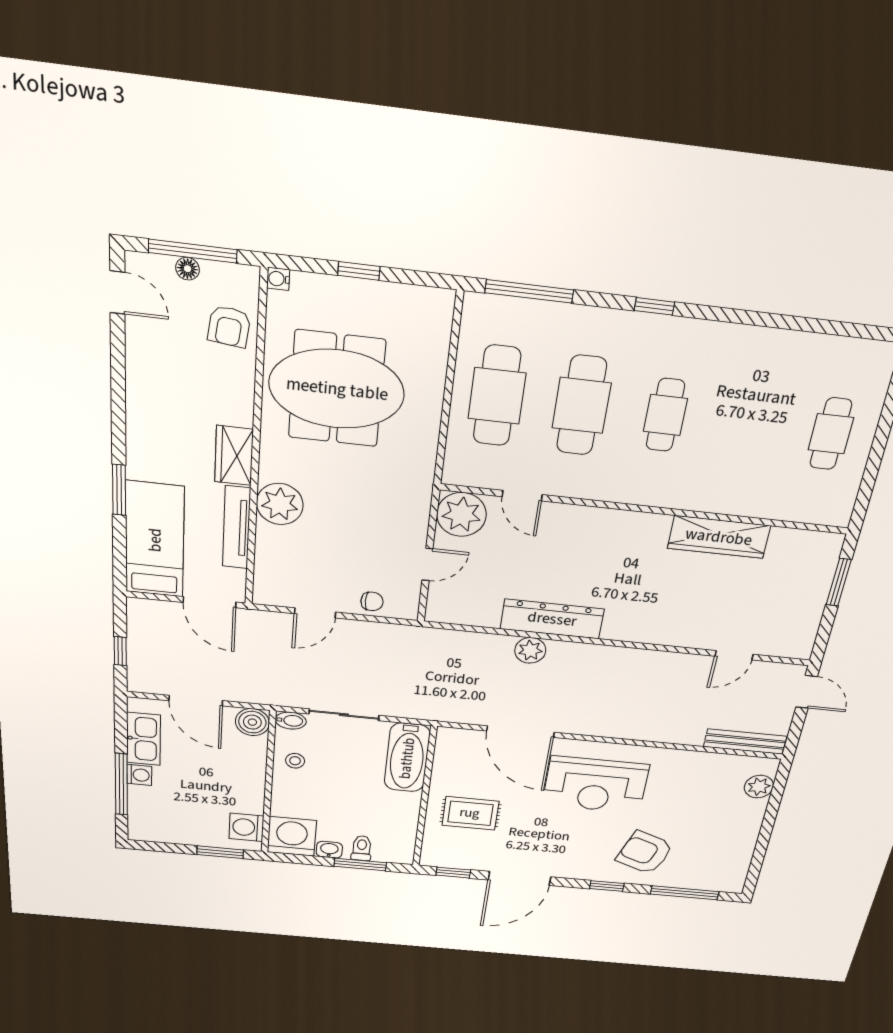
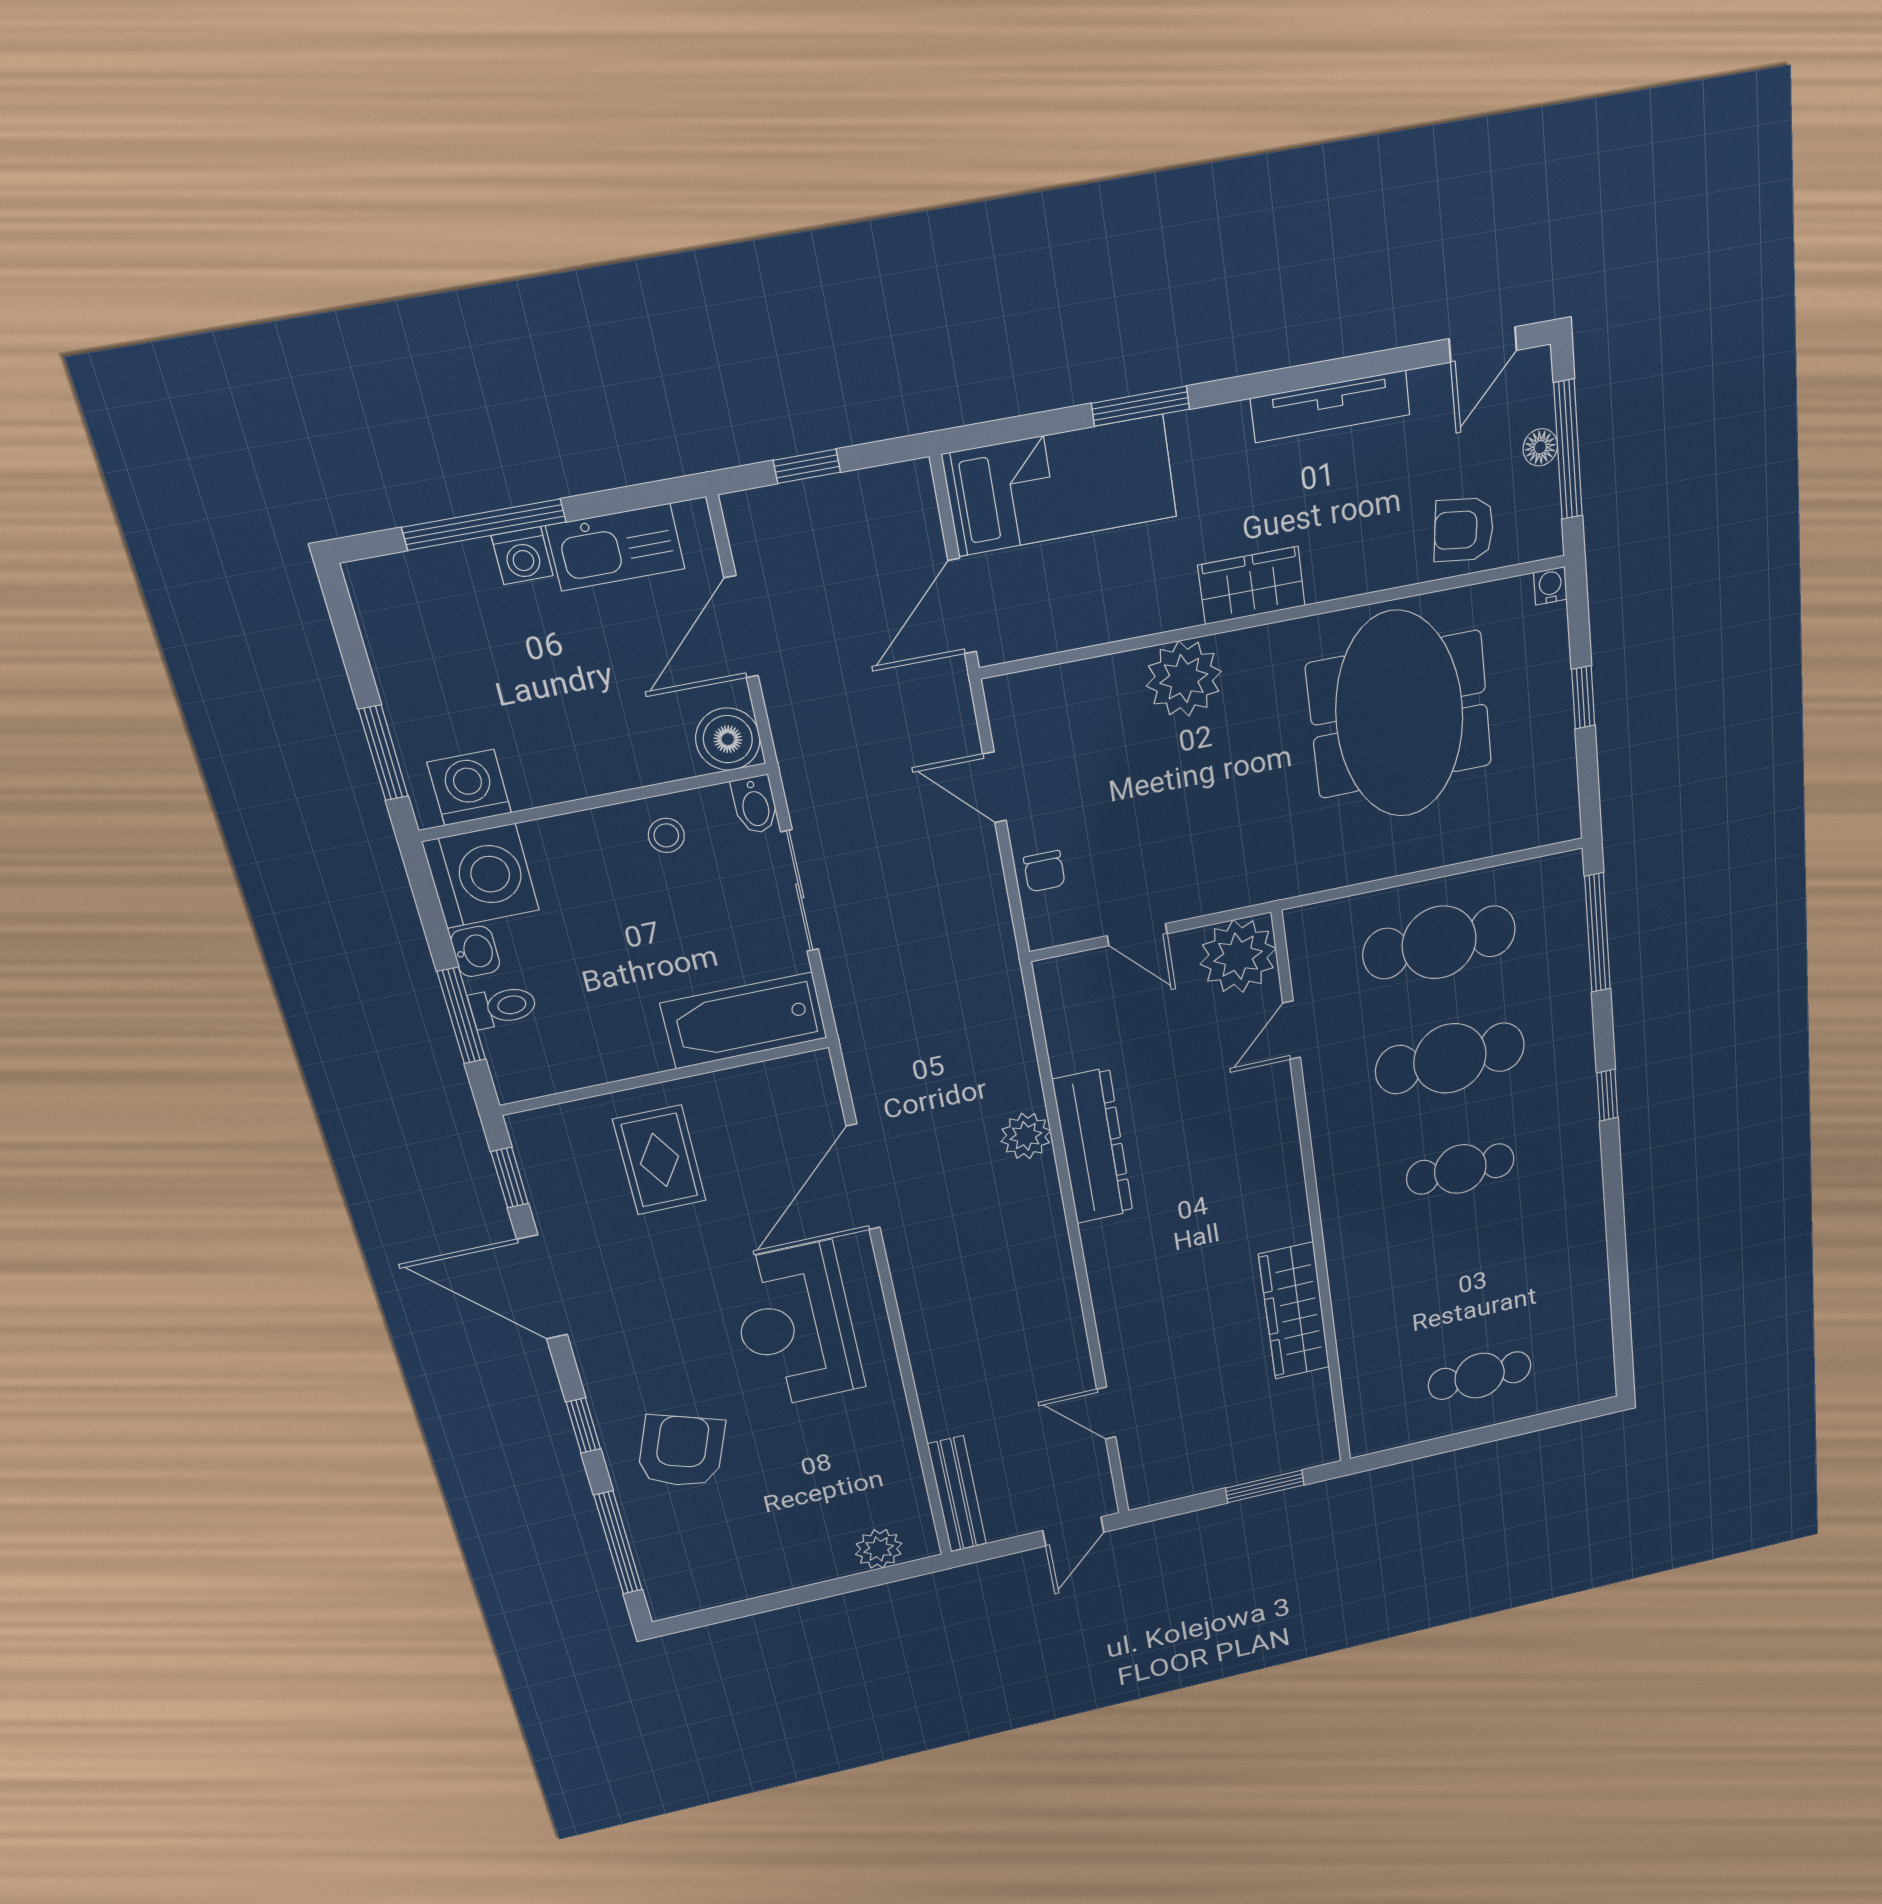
tv unit: (236, 527) -> (1330, 406), moved, turned 180

